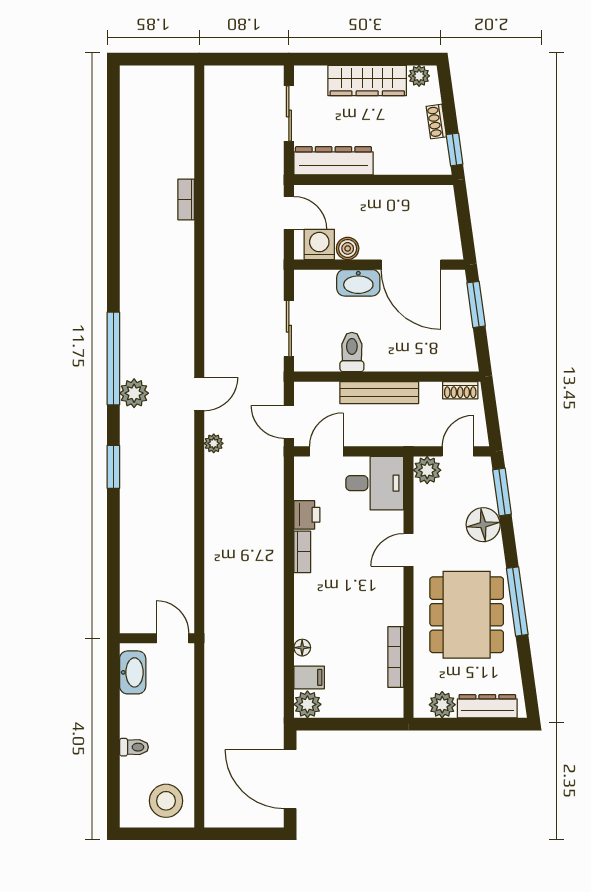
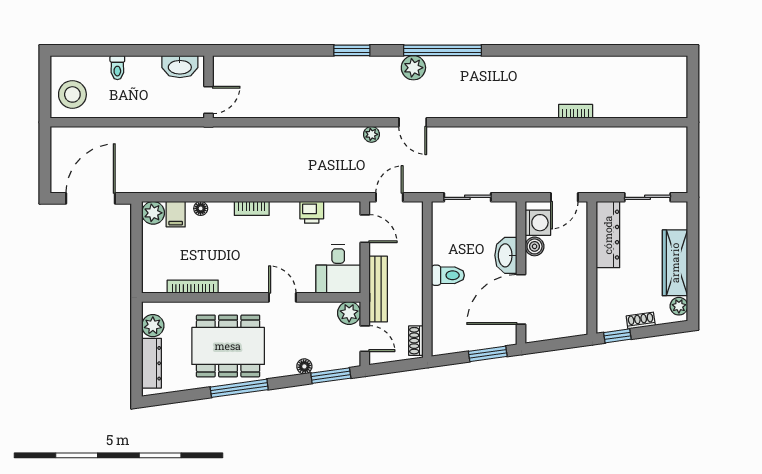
toilet: (352, 352) -> (448, 275), moved
bench: (379, 393) -> (378, 289), moved
floor lamp: (483, 525) -> (304, 366), width x0.53, depth x0.53
bookcase: (302, 552) -> (252, 208), moved

